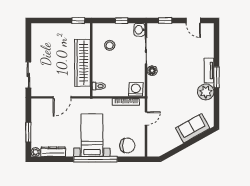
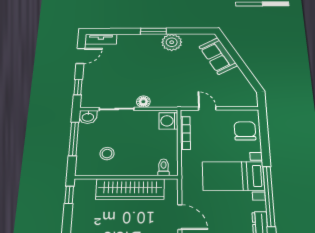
window: (122, 21) -> (74, 139), width x2.17
tv unit: (209, 71) -> (101, 39), moved
window: (95, 159) -> (269, 196), moved

